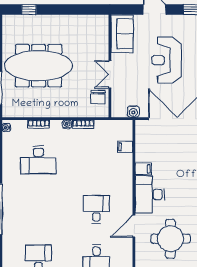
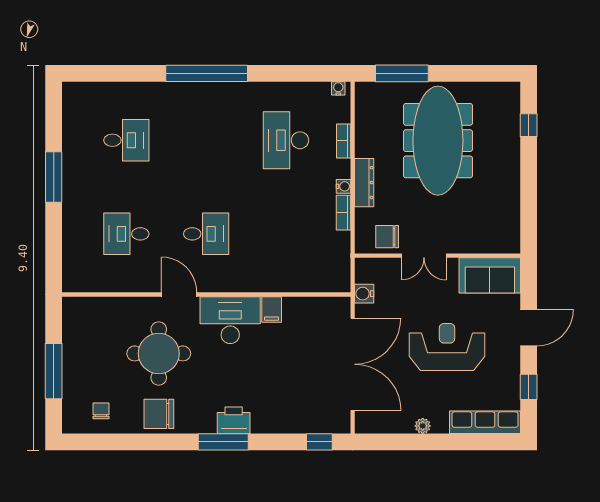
double door: (110, 74) -> (424, 256), swing flipped
dresser: (65, 111) -> (364, 183), added
filing cabinet: (125, 147) -> (307, 280), removed

